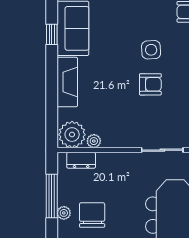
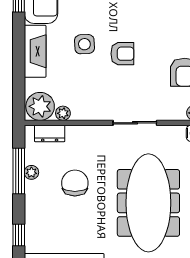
side table: (151, 50) -> (84, 44), moved
plant: (64, 213) -> (31, 172), moved
chair: (92, 215) -> (75, 183), moved

